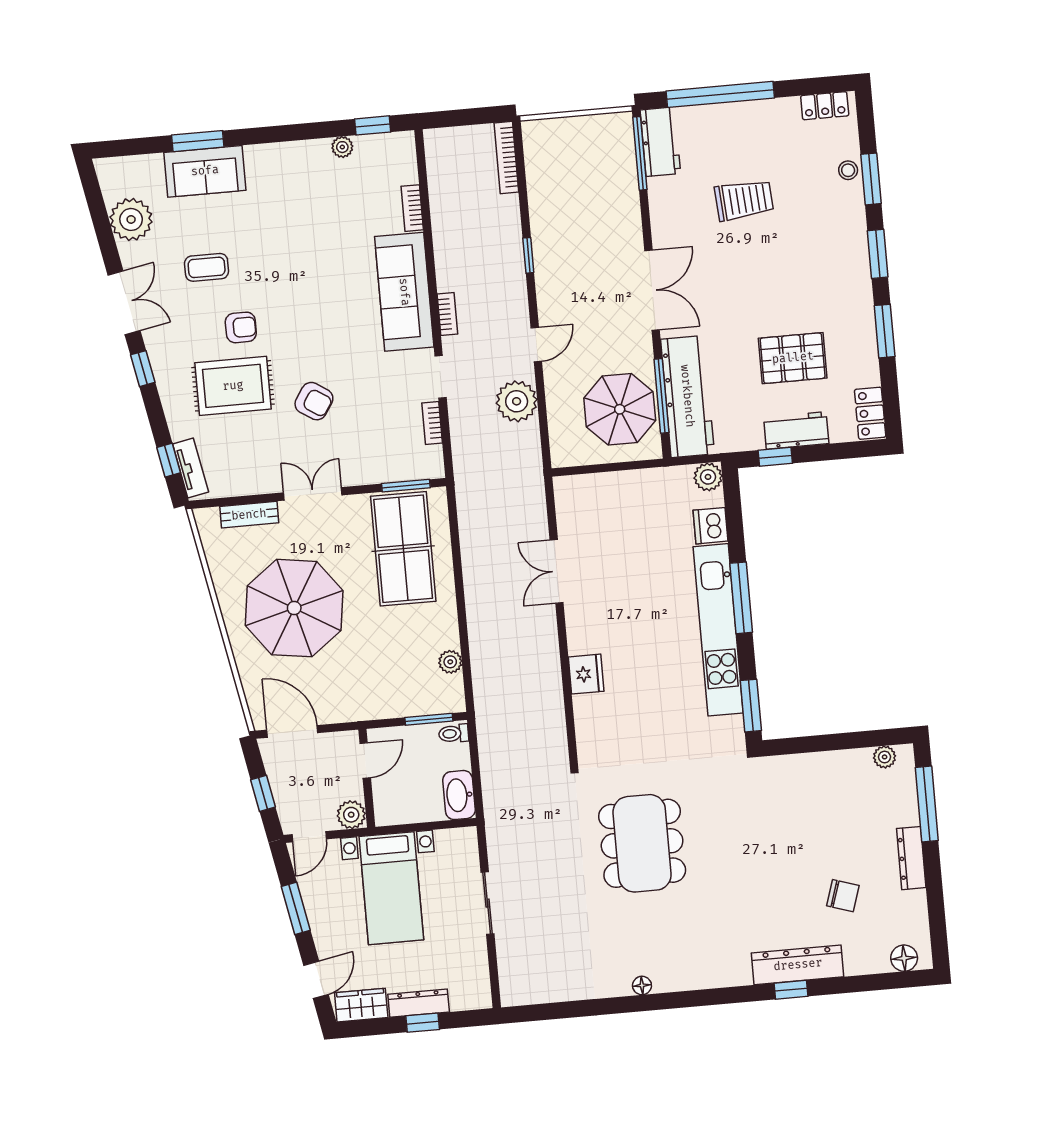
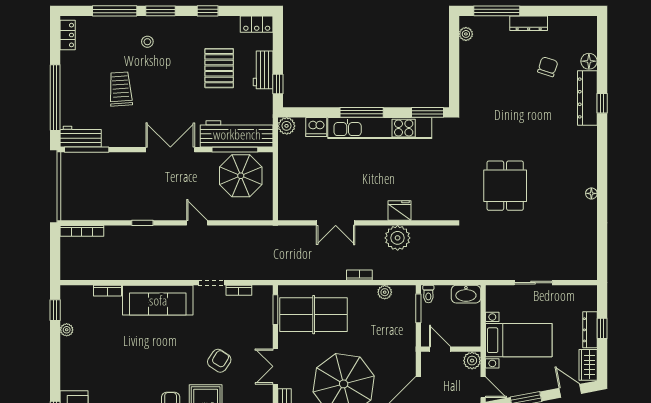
stool: (848, 170) -> (147, 42), moved
window: (871, 179) -> (115, 11), width x1.44
bookcase: (447, 314) -> (359, 275), moved
window: (885, 331) -> (208, 11), width x0.67
plant: (517, 401) -> (398, 238), moved
dining table: (642, 843) -> (505, 186), width x0.73
floor lamp: (904, 958) -> (589, 61), moved

